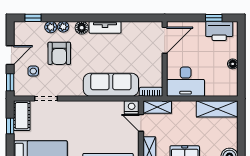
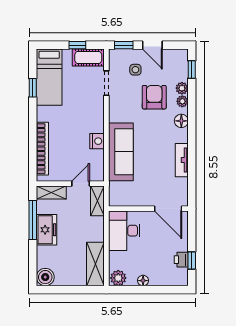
tv unit: (105, 27) -> (182, 160), moved
printer: (219, 31) -> (181, 260), width x0.53, depth x0.68
armchair: (59, 53) -> (154, 97), turned 90
plant: (230, 87) -> (118, 278), added
bookcase: (151, 92) -> (113, 194), removed
nightstand: (132, 107) -> (97, 141), moved

